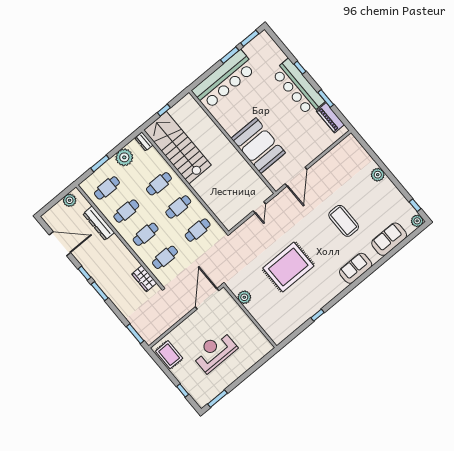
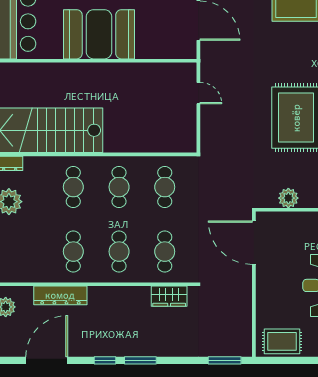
booth: (258, 146) -> (99, 34), moved
cafe table: (107, 188) -> (28, 252), removed

